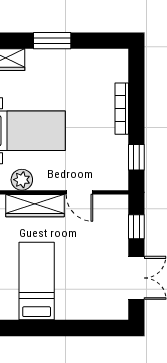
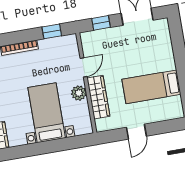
plant: (22, 180) -> (79, 93), moved

